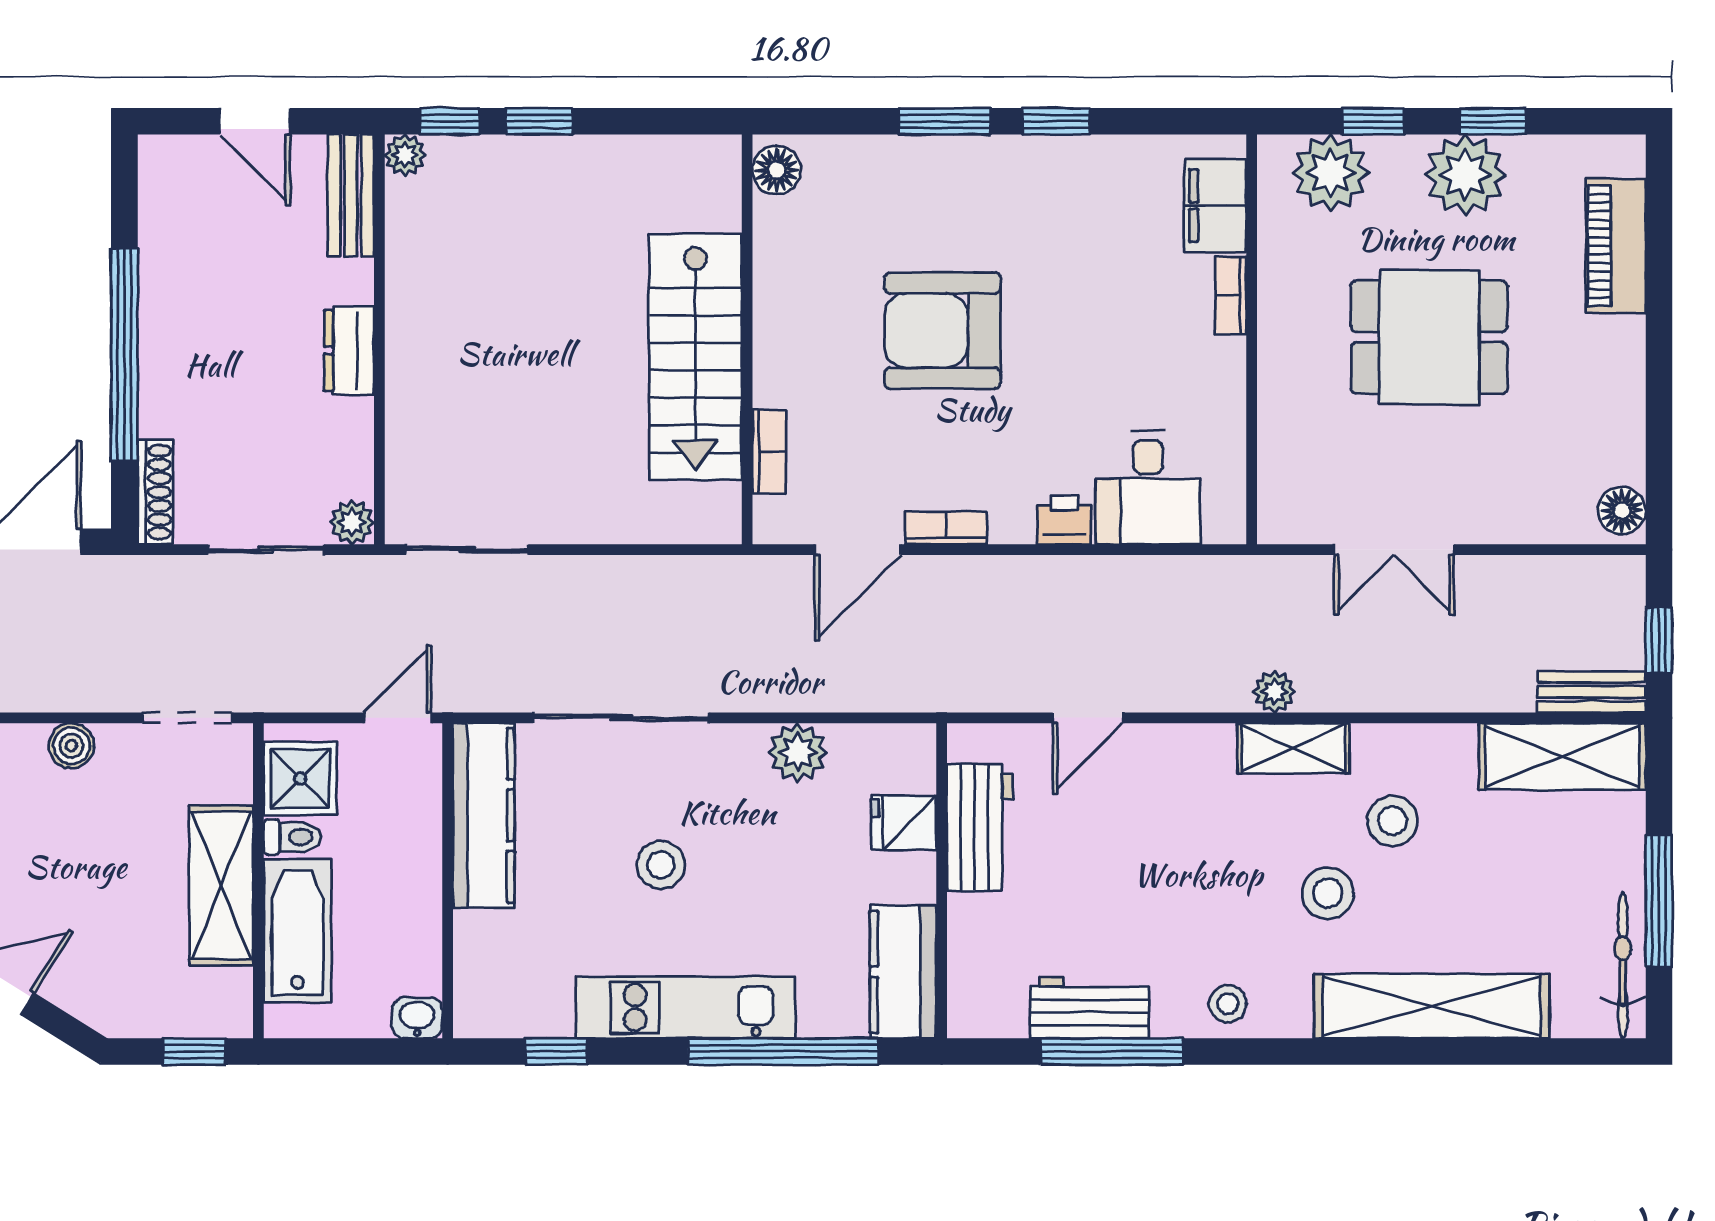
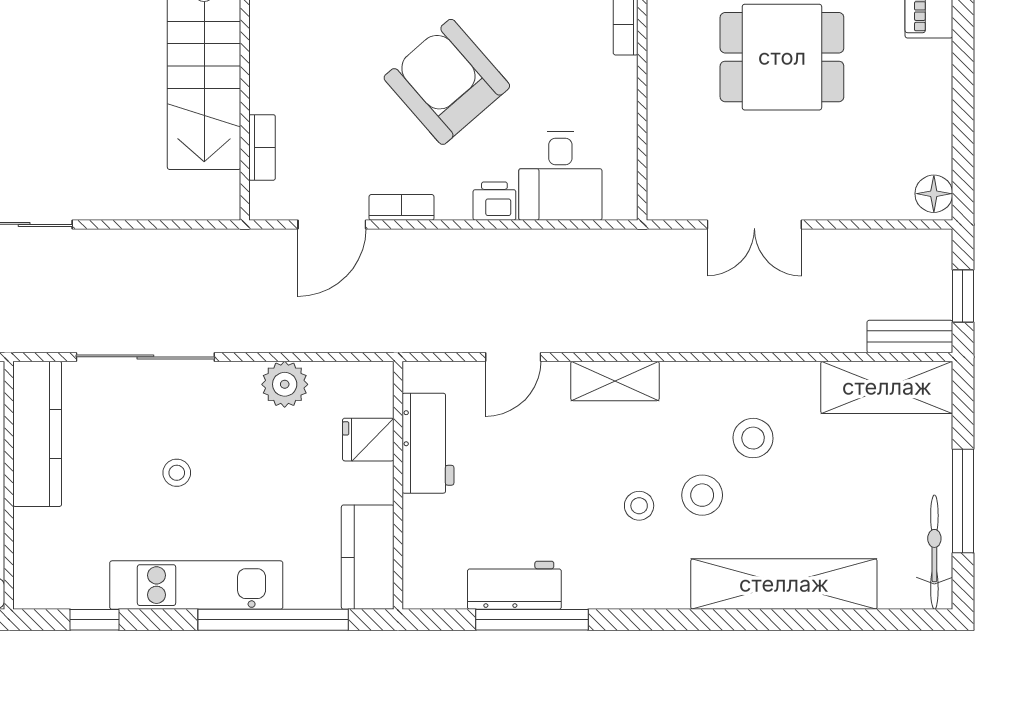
armchair: (942, 331) -> (447, 82), moved, turned 49
plant: (1274, 692) -> (660, 336), removed
shelving: (1293, 748) -> (615, 381), moved
stool: (661, 865) -> (177, 473), width x0.73, depth x0.73
stool: (1228, 1004) -> (639, 506), moved

